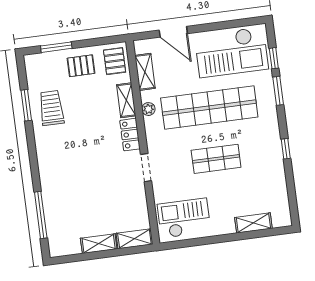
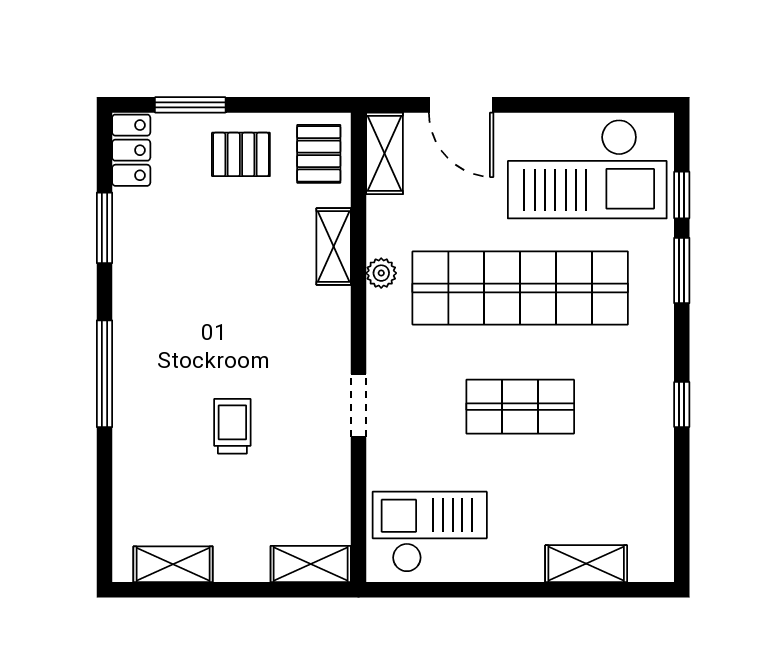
shelving: (145, 72) -> (385, 153), moved
trolley: (51, 108) -> (232, 426), moved, width x0.73, depth x0.72
locker: (130, 135) -> (131, 150), moved, turned 180
window: (41, 215) -> (105, 374), moved
shelving: (99, 244) -> (173, 564), moved

